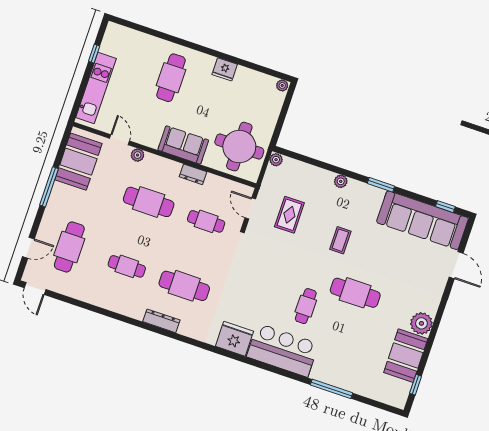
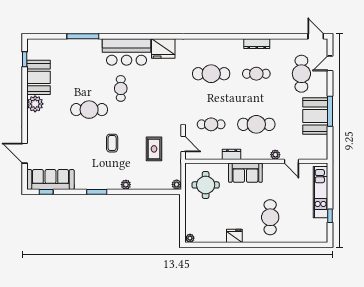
round table: (239, 147) -> (206, 185), width x0.73, depth x0.73
booth: (78, 162) -> (315, 116), moved
sofa: (422, 220) -> (50, 179), width x0.74, depth x0.79
dresser: (161, 321) -> (257, 44), moved

